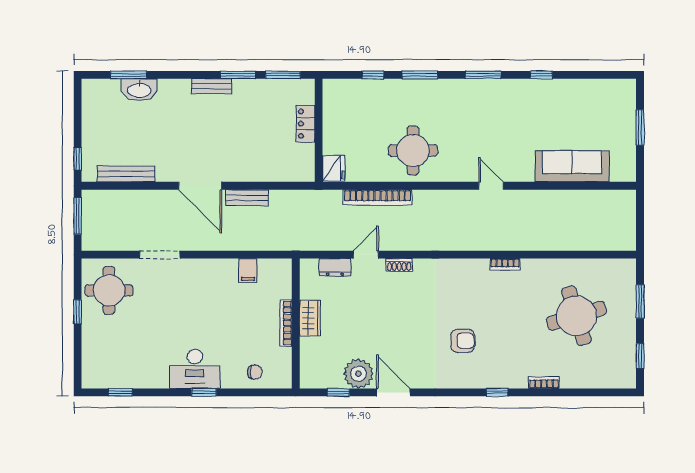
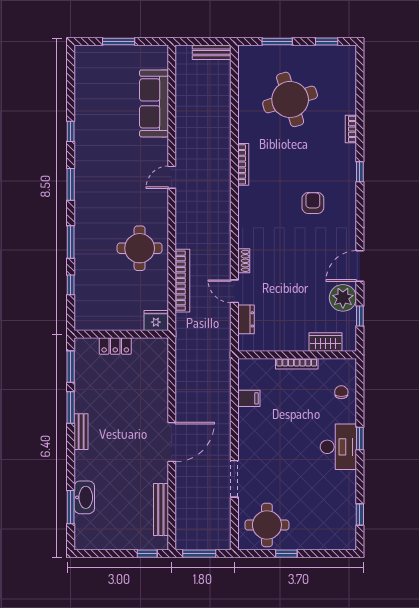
bench: (247, 198) -> (212, 52), moved, turned 90
bookcase: (505, 264) -> (243, 164), width x1.56
wardrobe: (310, 318) -> (326, 342), moved

